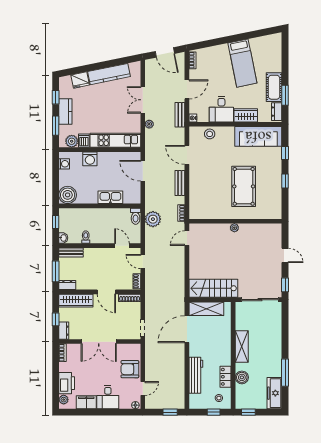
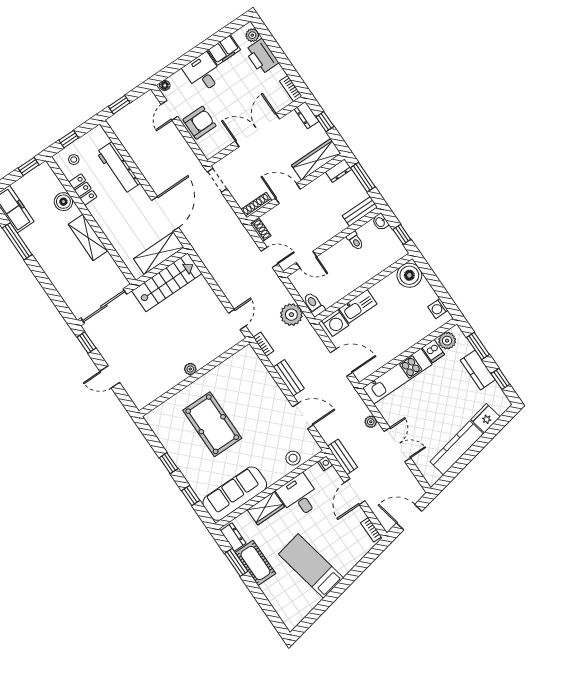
washing machine: (90, 159) -> (335, 323), moved, turned 180

